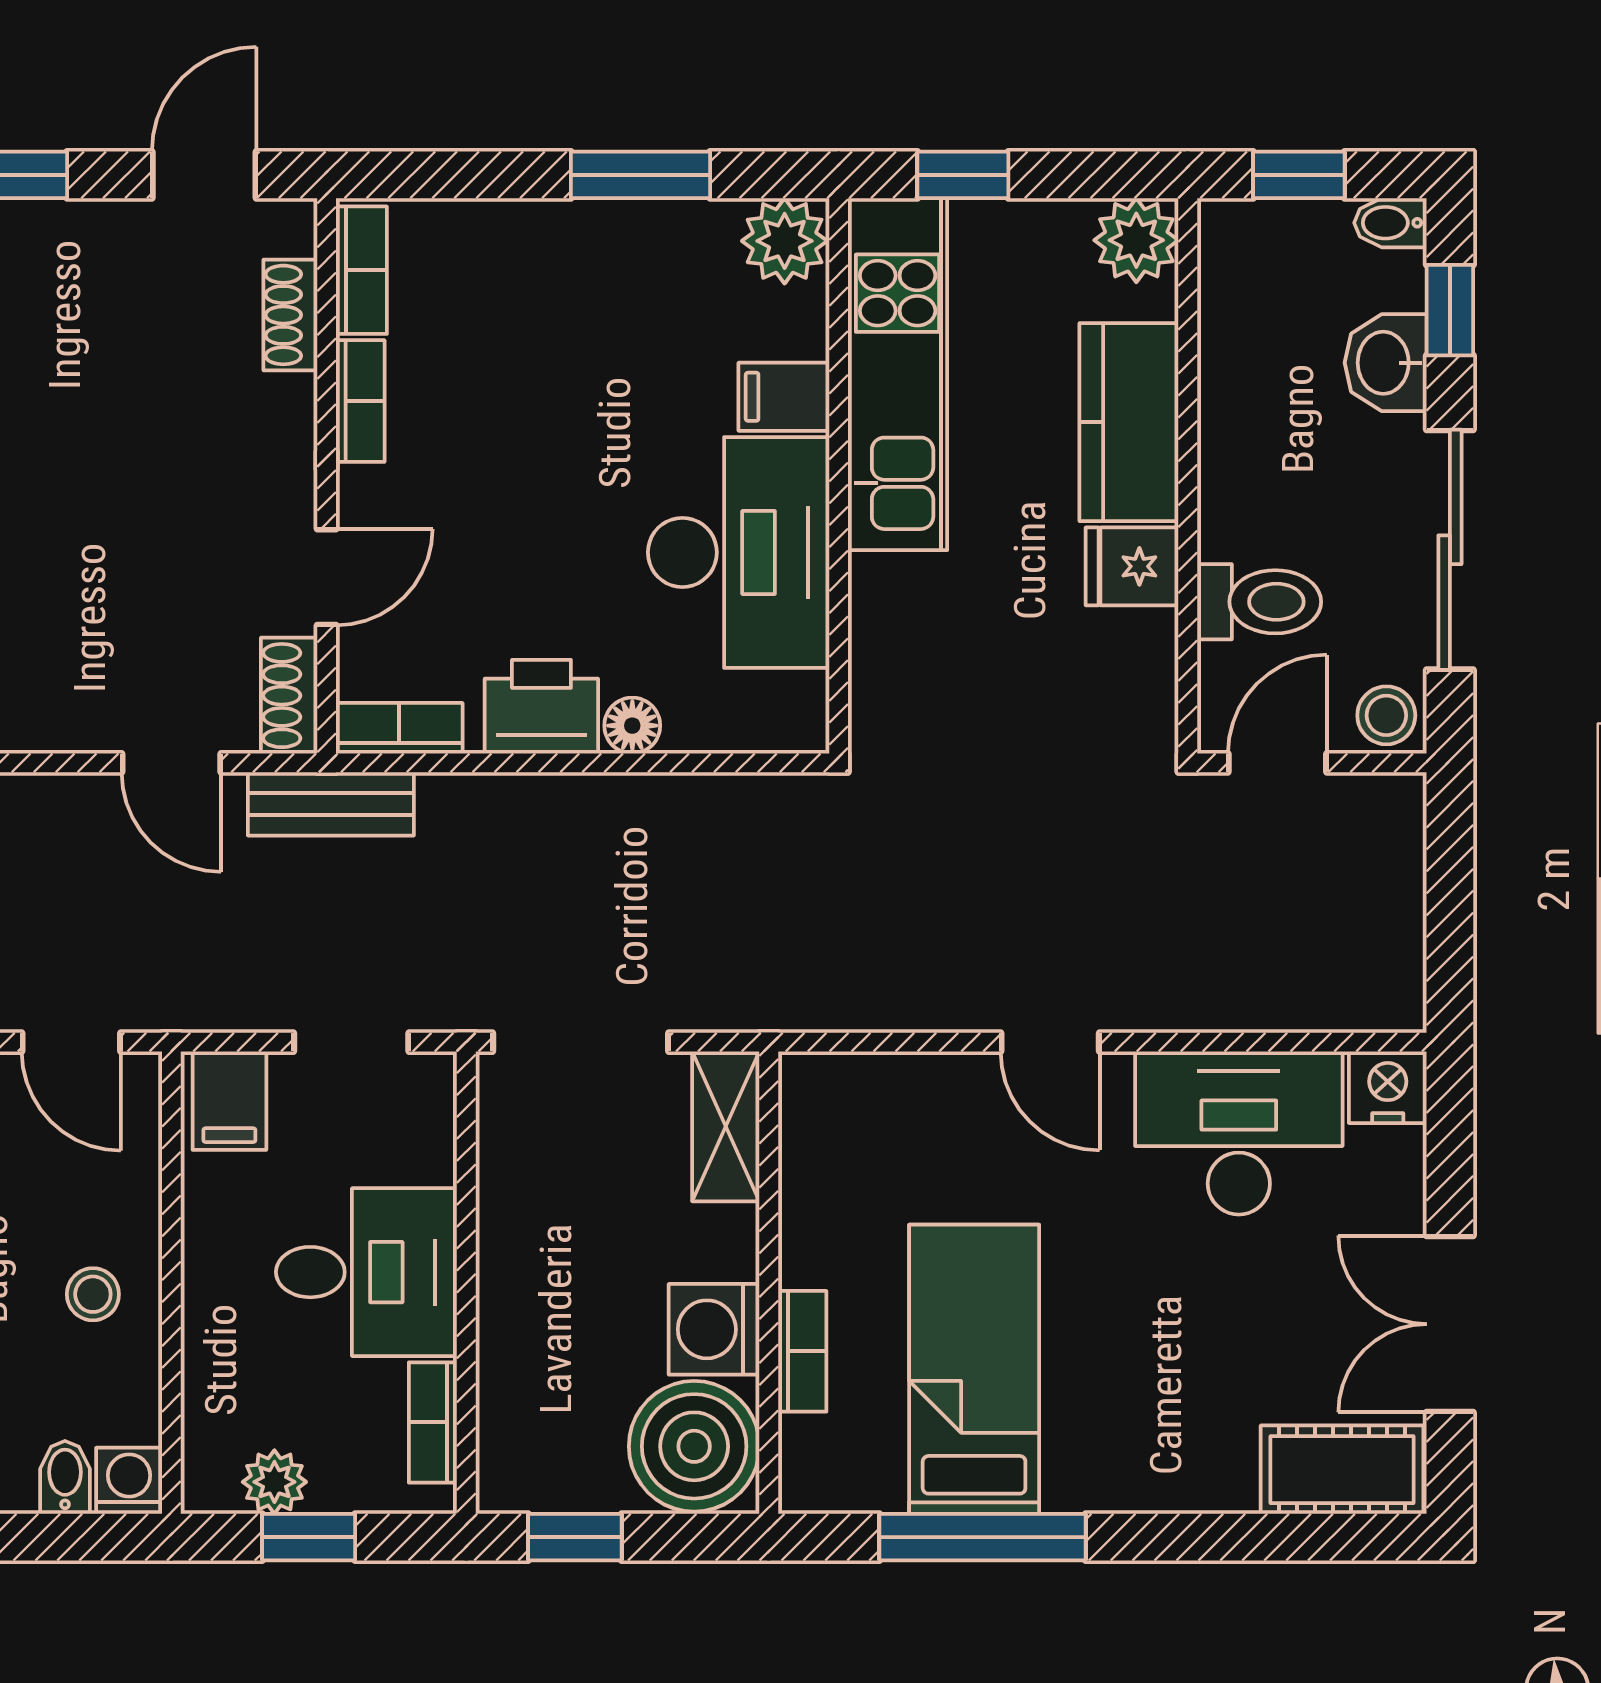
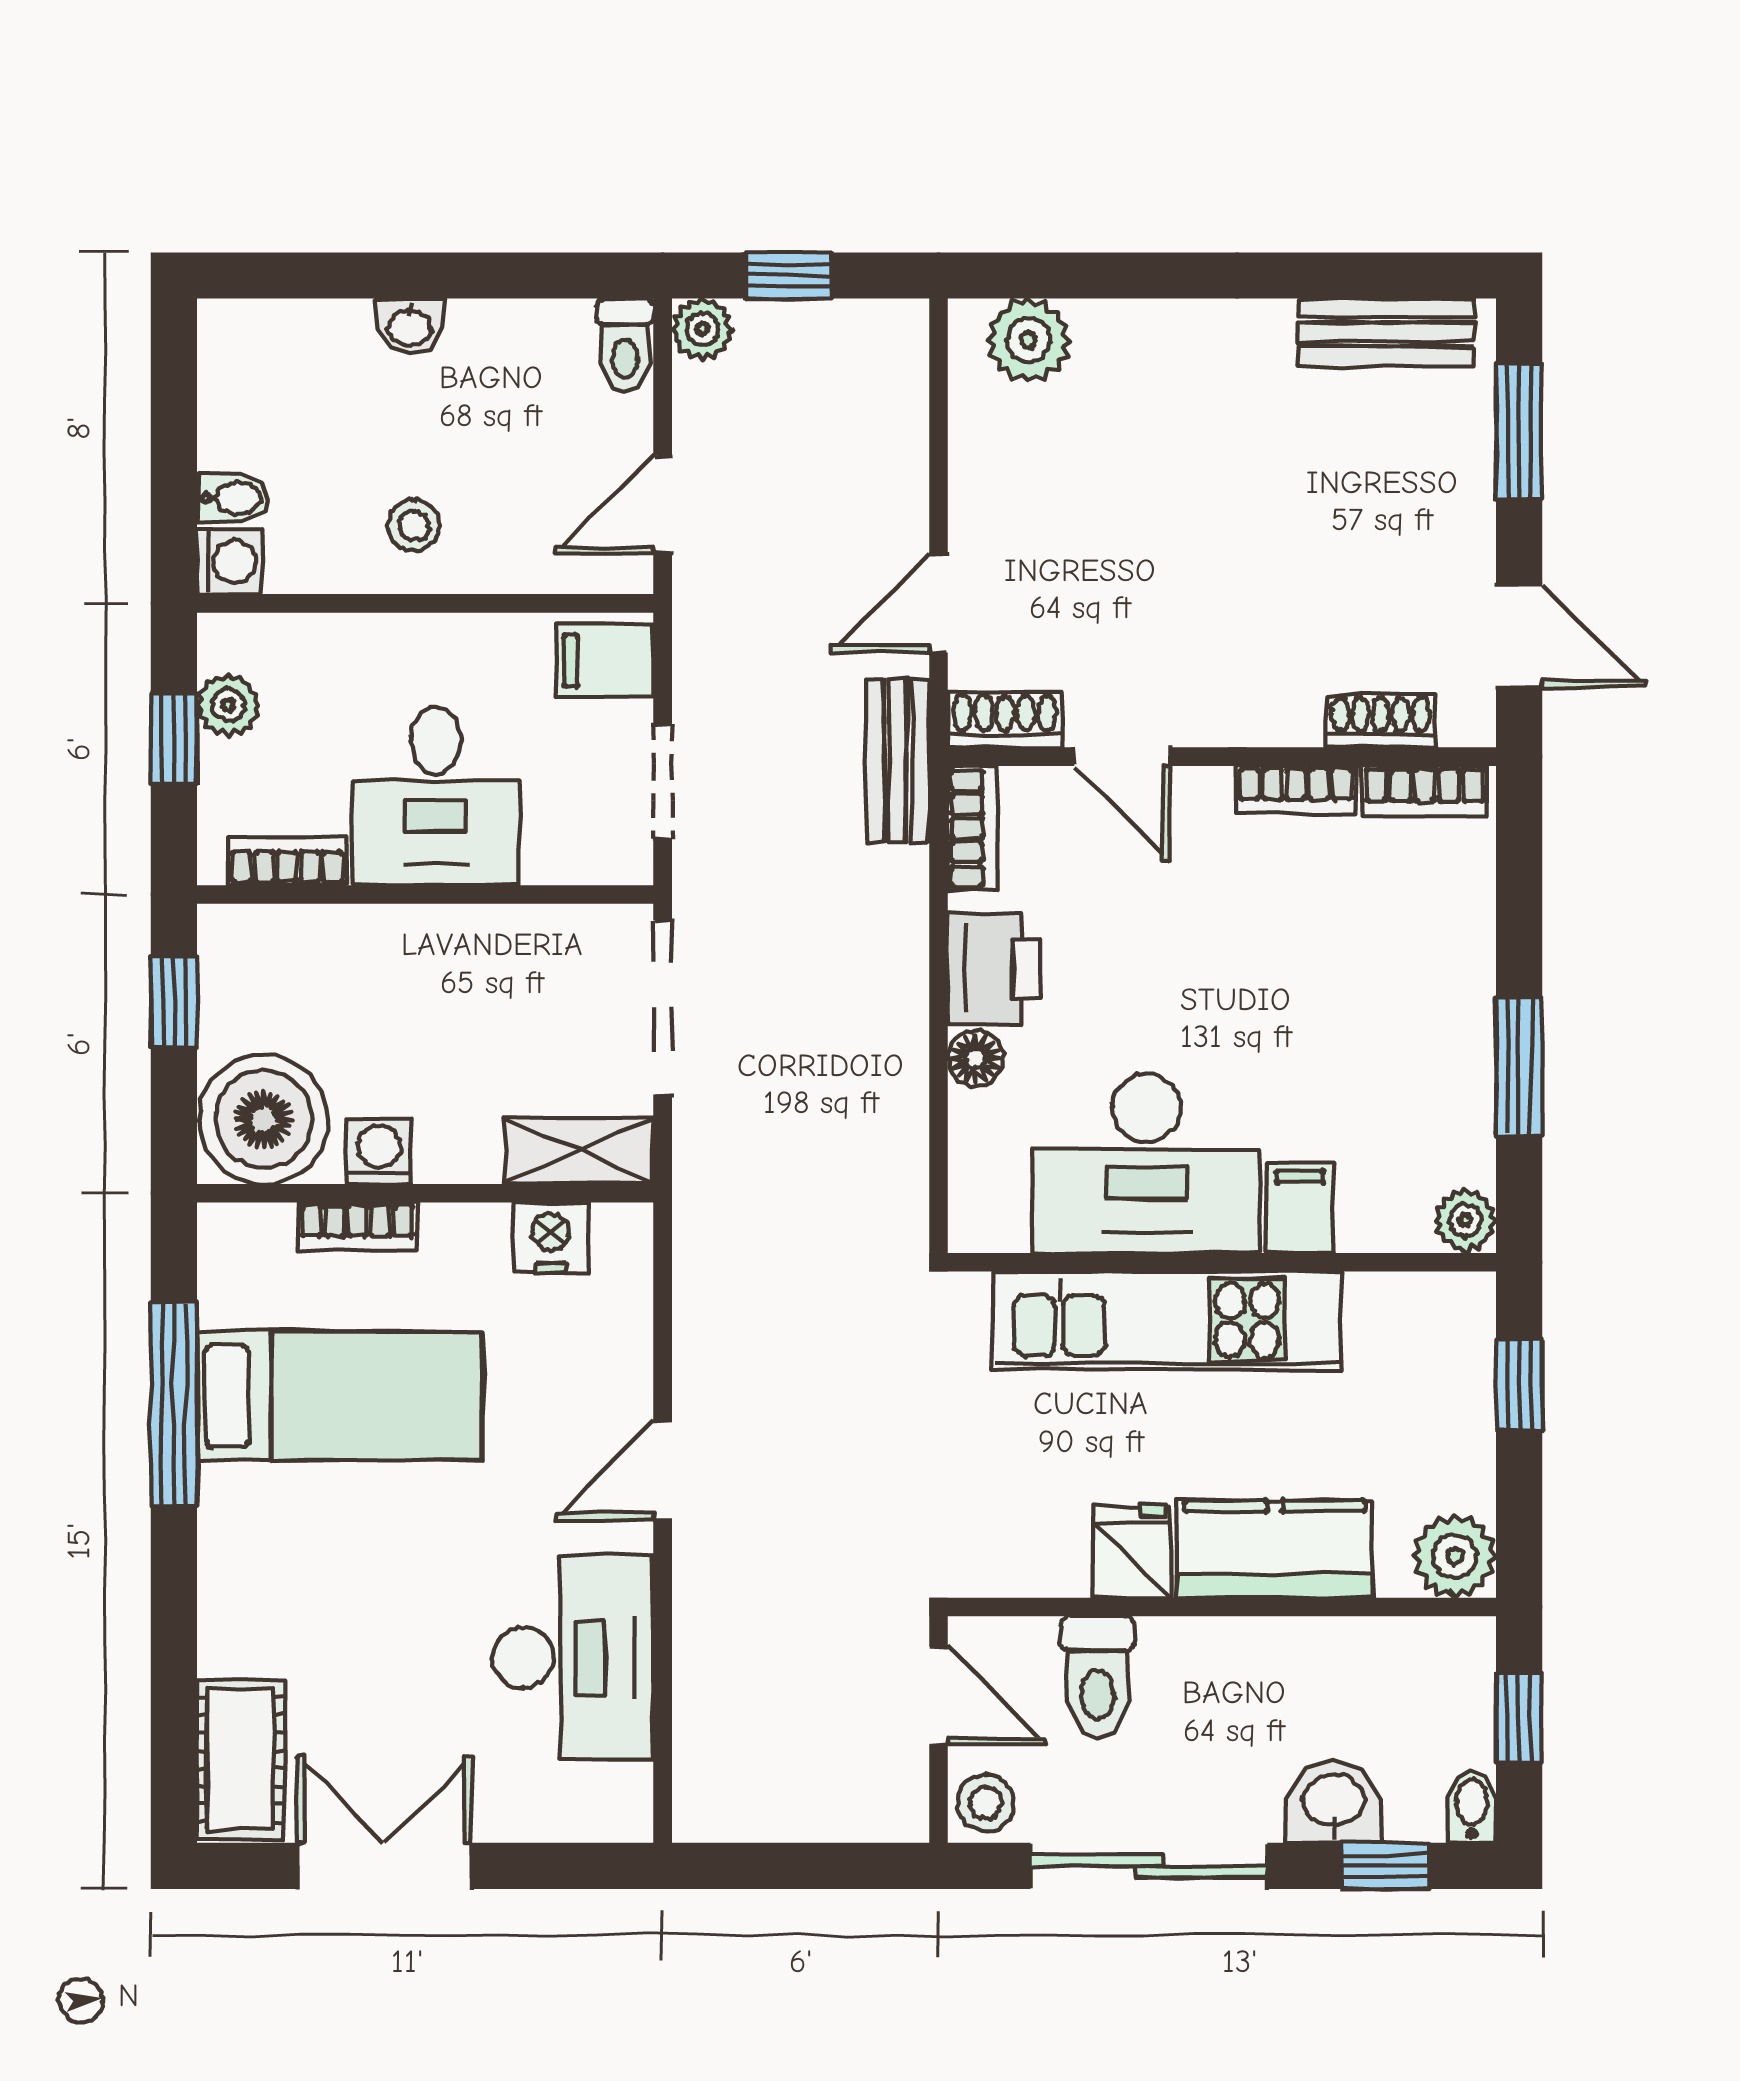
plant: (785, 241) -> (1465, 1220), width x0.73, depth x0.73
kitchen unit: (898, 374) -> (1167, 1320), moved
nightstand: (1388, 1087) -> (551, 1238), moved, turned -90
washing machine: (714, 1329) -> (379, 1152), width x0.73, depth x0.73

